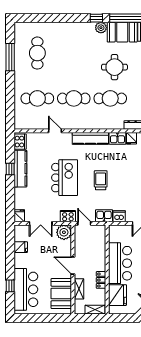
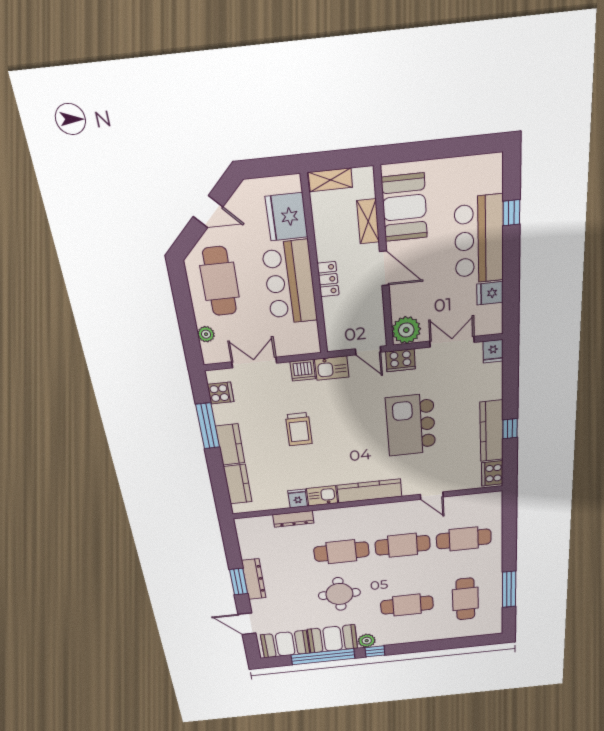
cafe table: (74, 53) -> (407, 605), added
trolley: (101, 180) -> (299, 429), moved
locker: (101, 280) -> (328, 279), moved
bar counter: (26, 289) -> (479, 240), moved

